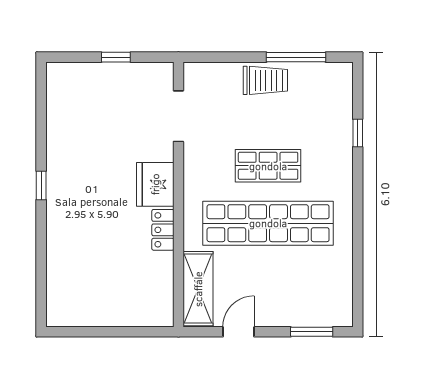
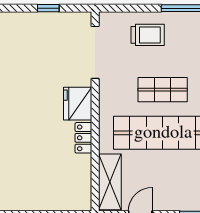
trolley: (265, 80) -> (148, 35), moved
doorway: (178, 116) -> (95, 52), width x1.36

